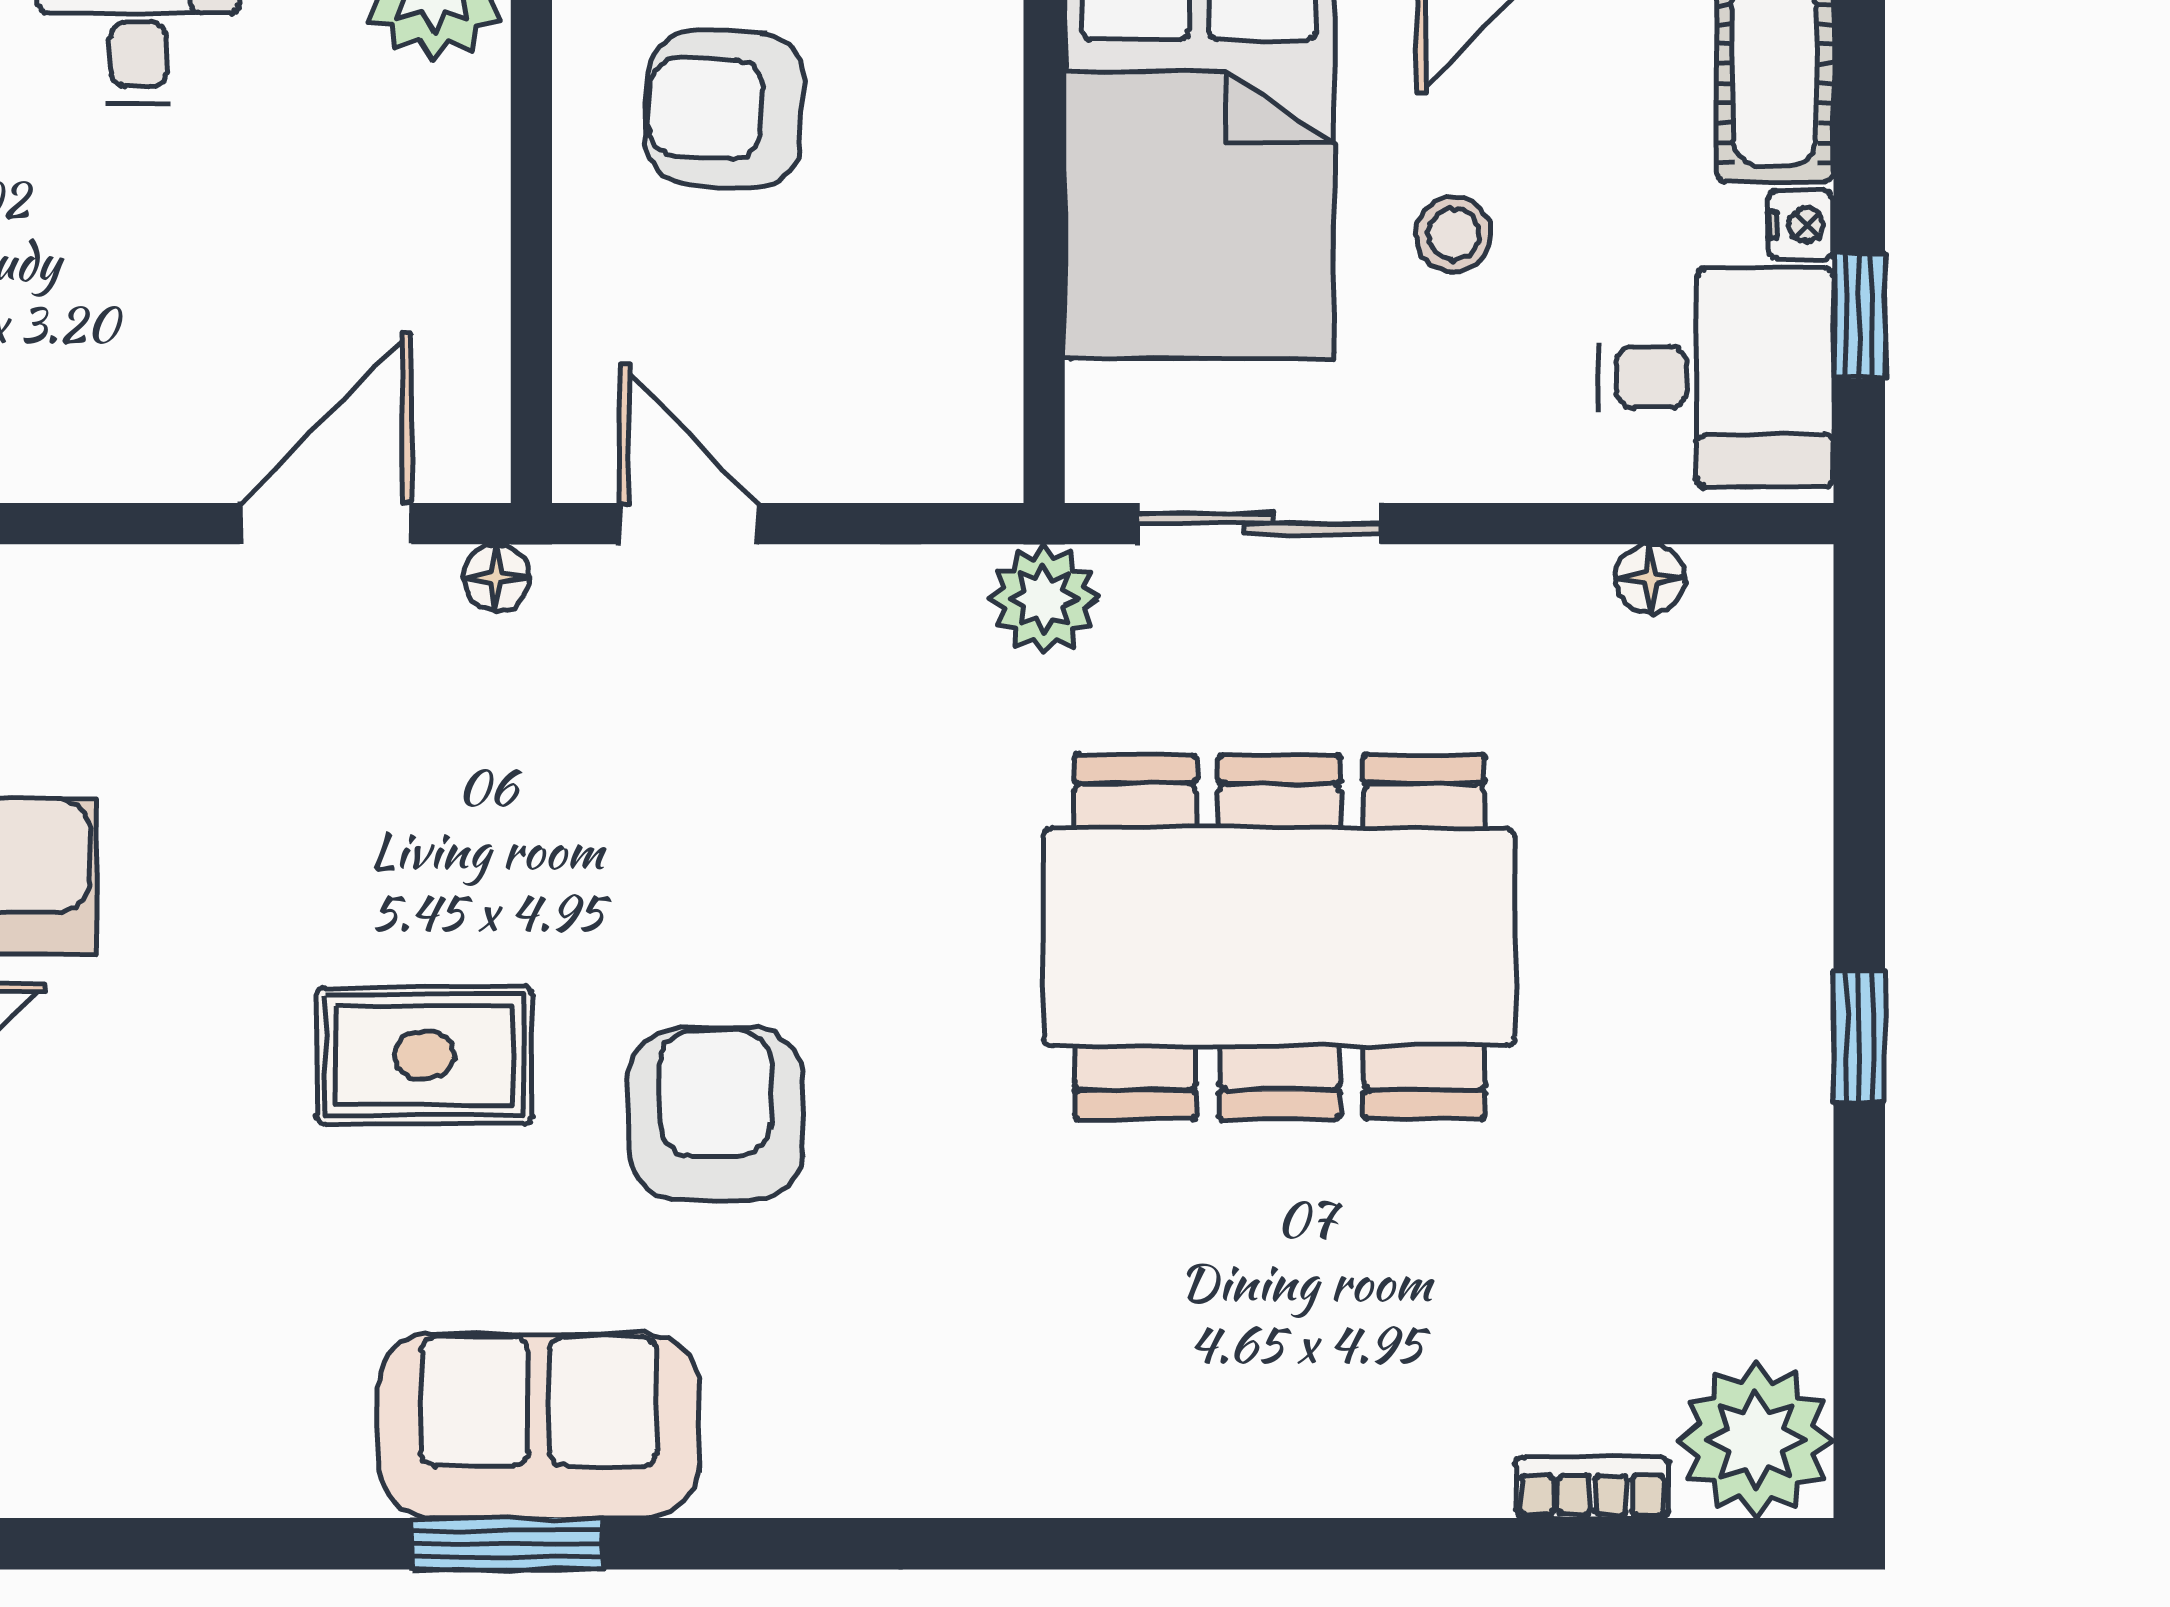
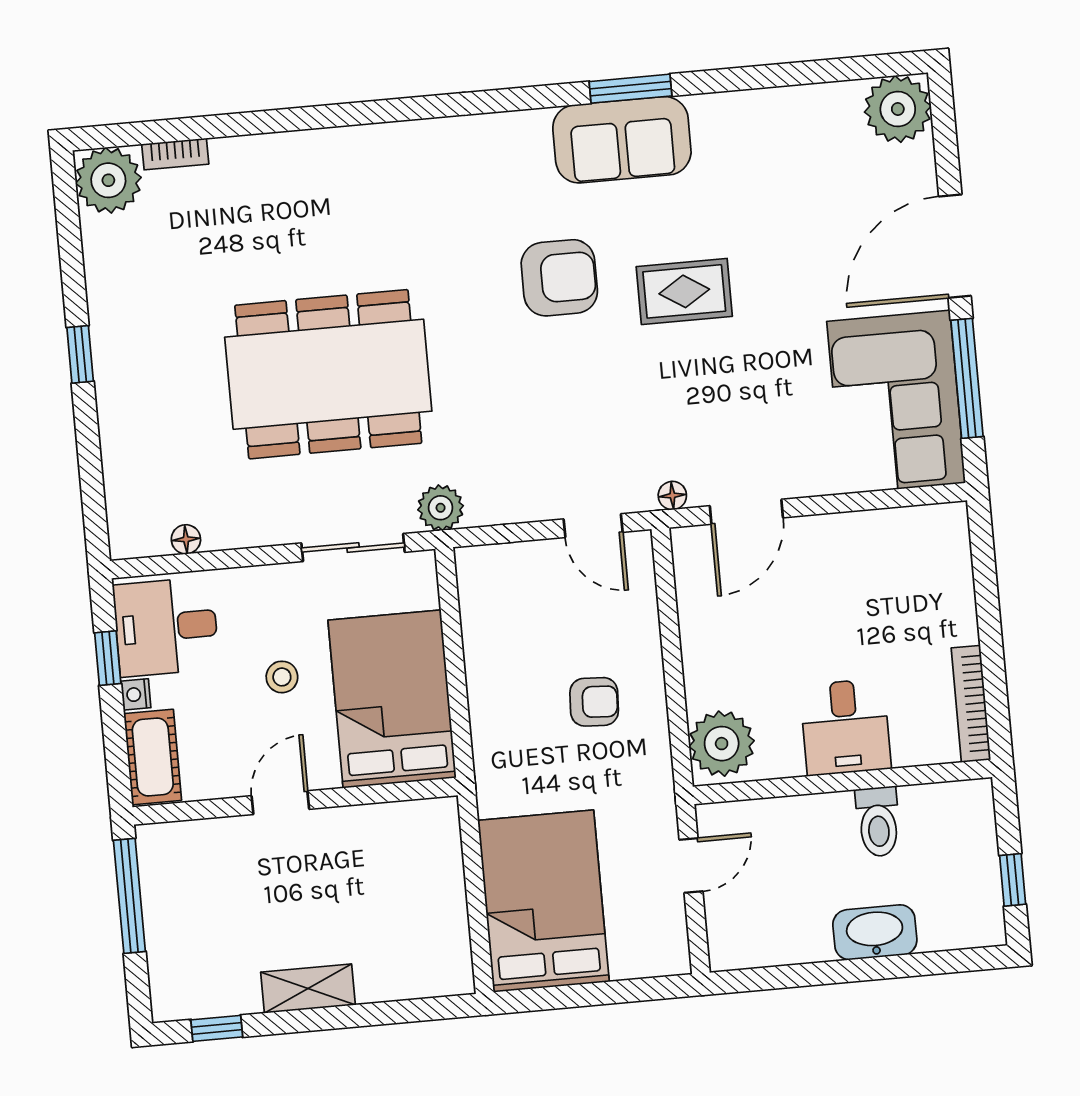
armchair: (724, 109) -> (594, 702), width x0.72, depth x0.72
armchair: (715, 1114) -> (559, 278), turned -90

